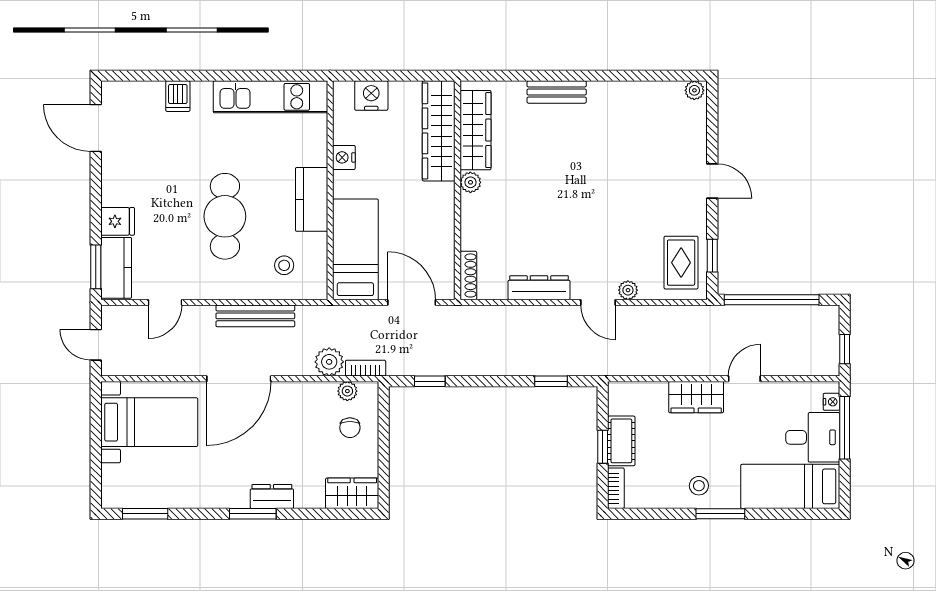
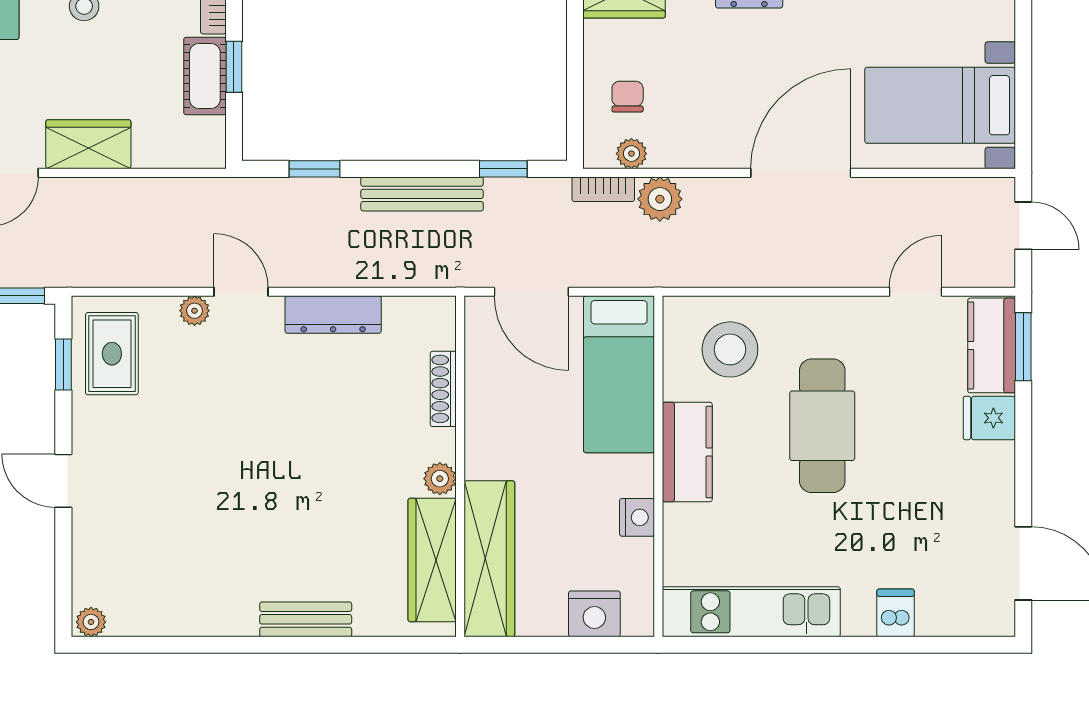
stool: (284, 265) -> (730, 349), width x1.89, depth x1.89
shoe rack: (468, 275) -> (443, 389), moved
bench: (255, 316) -> (422, 194), moved

